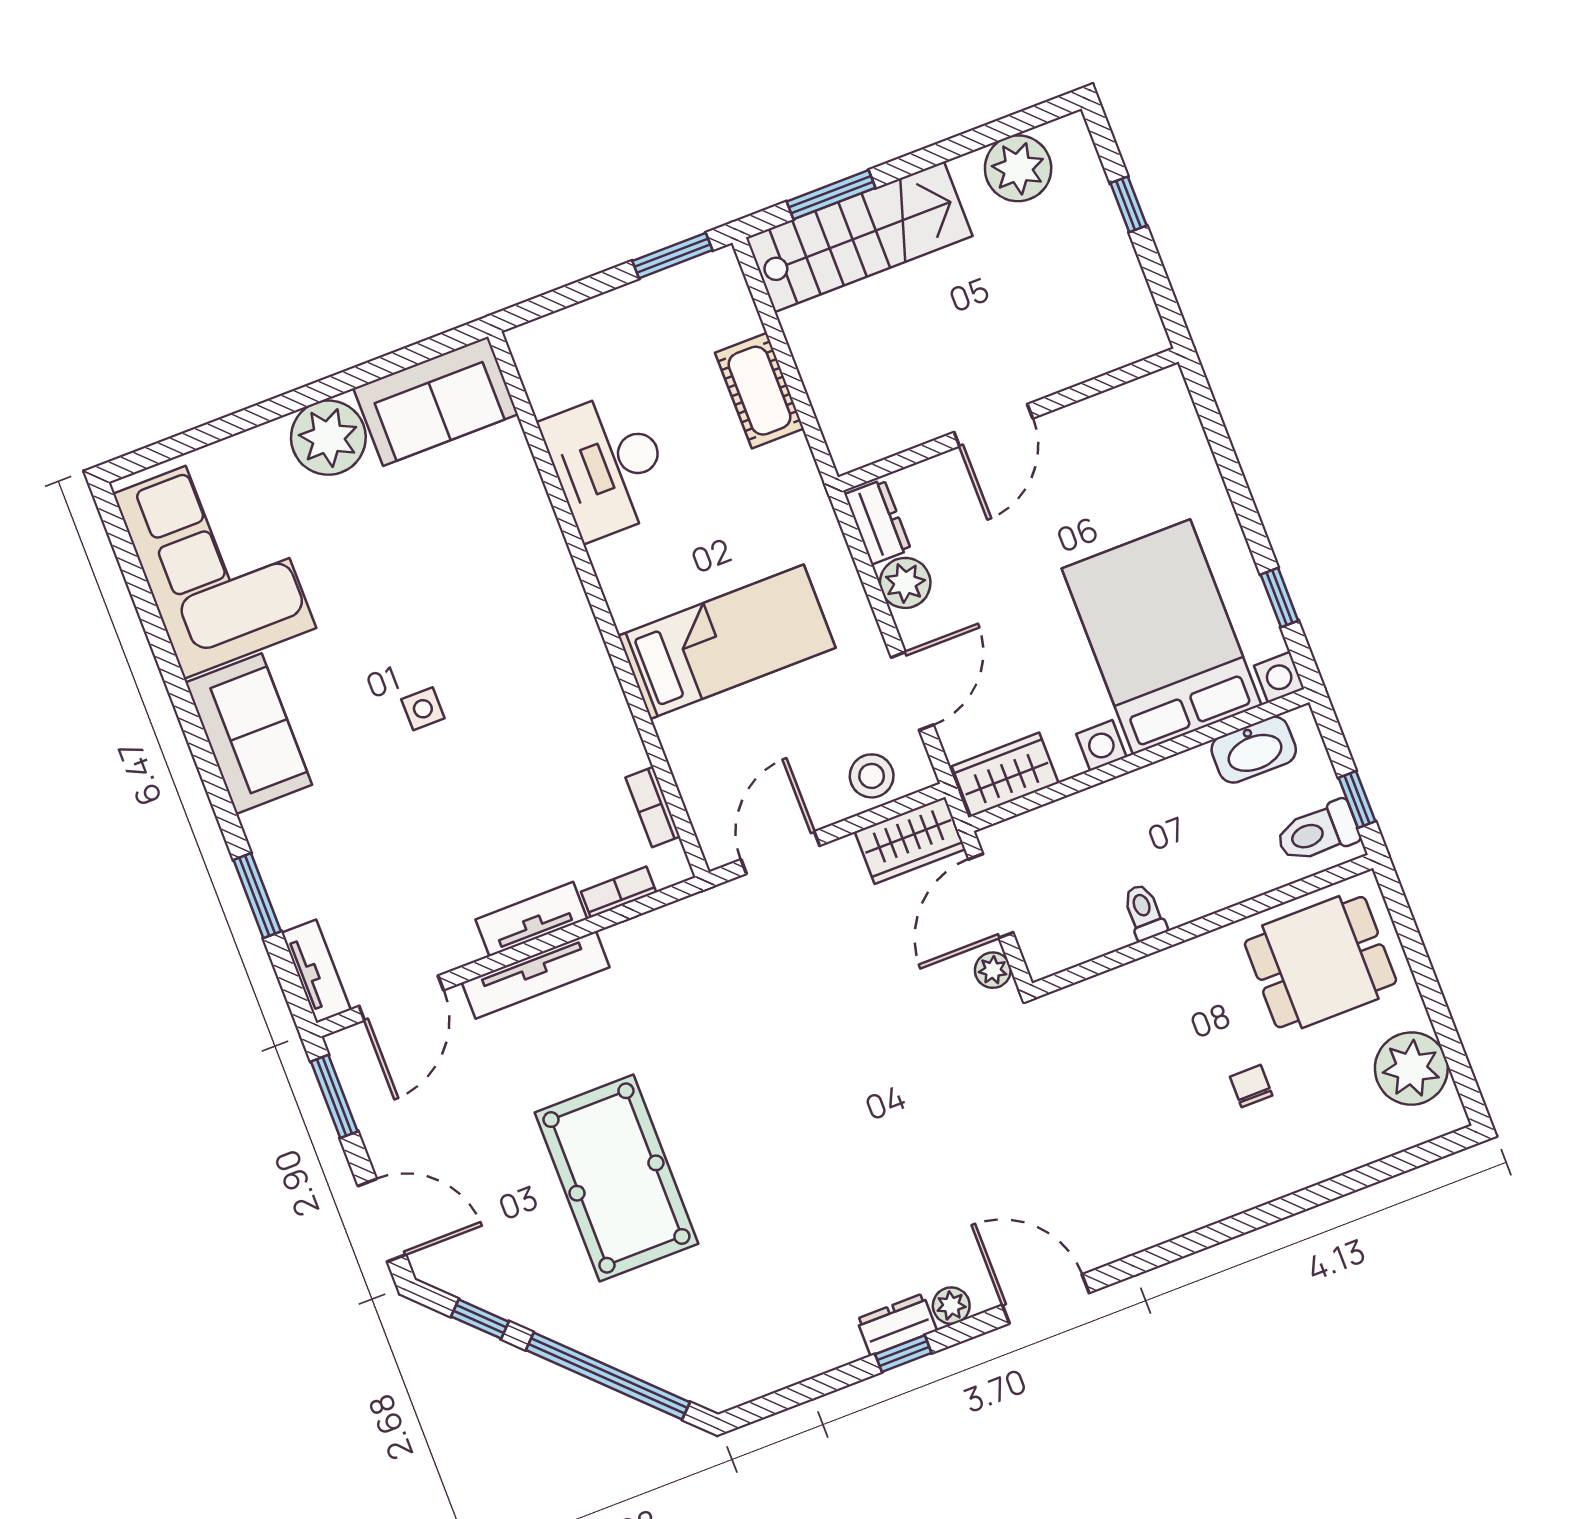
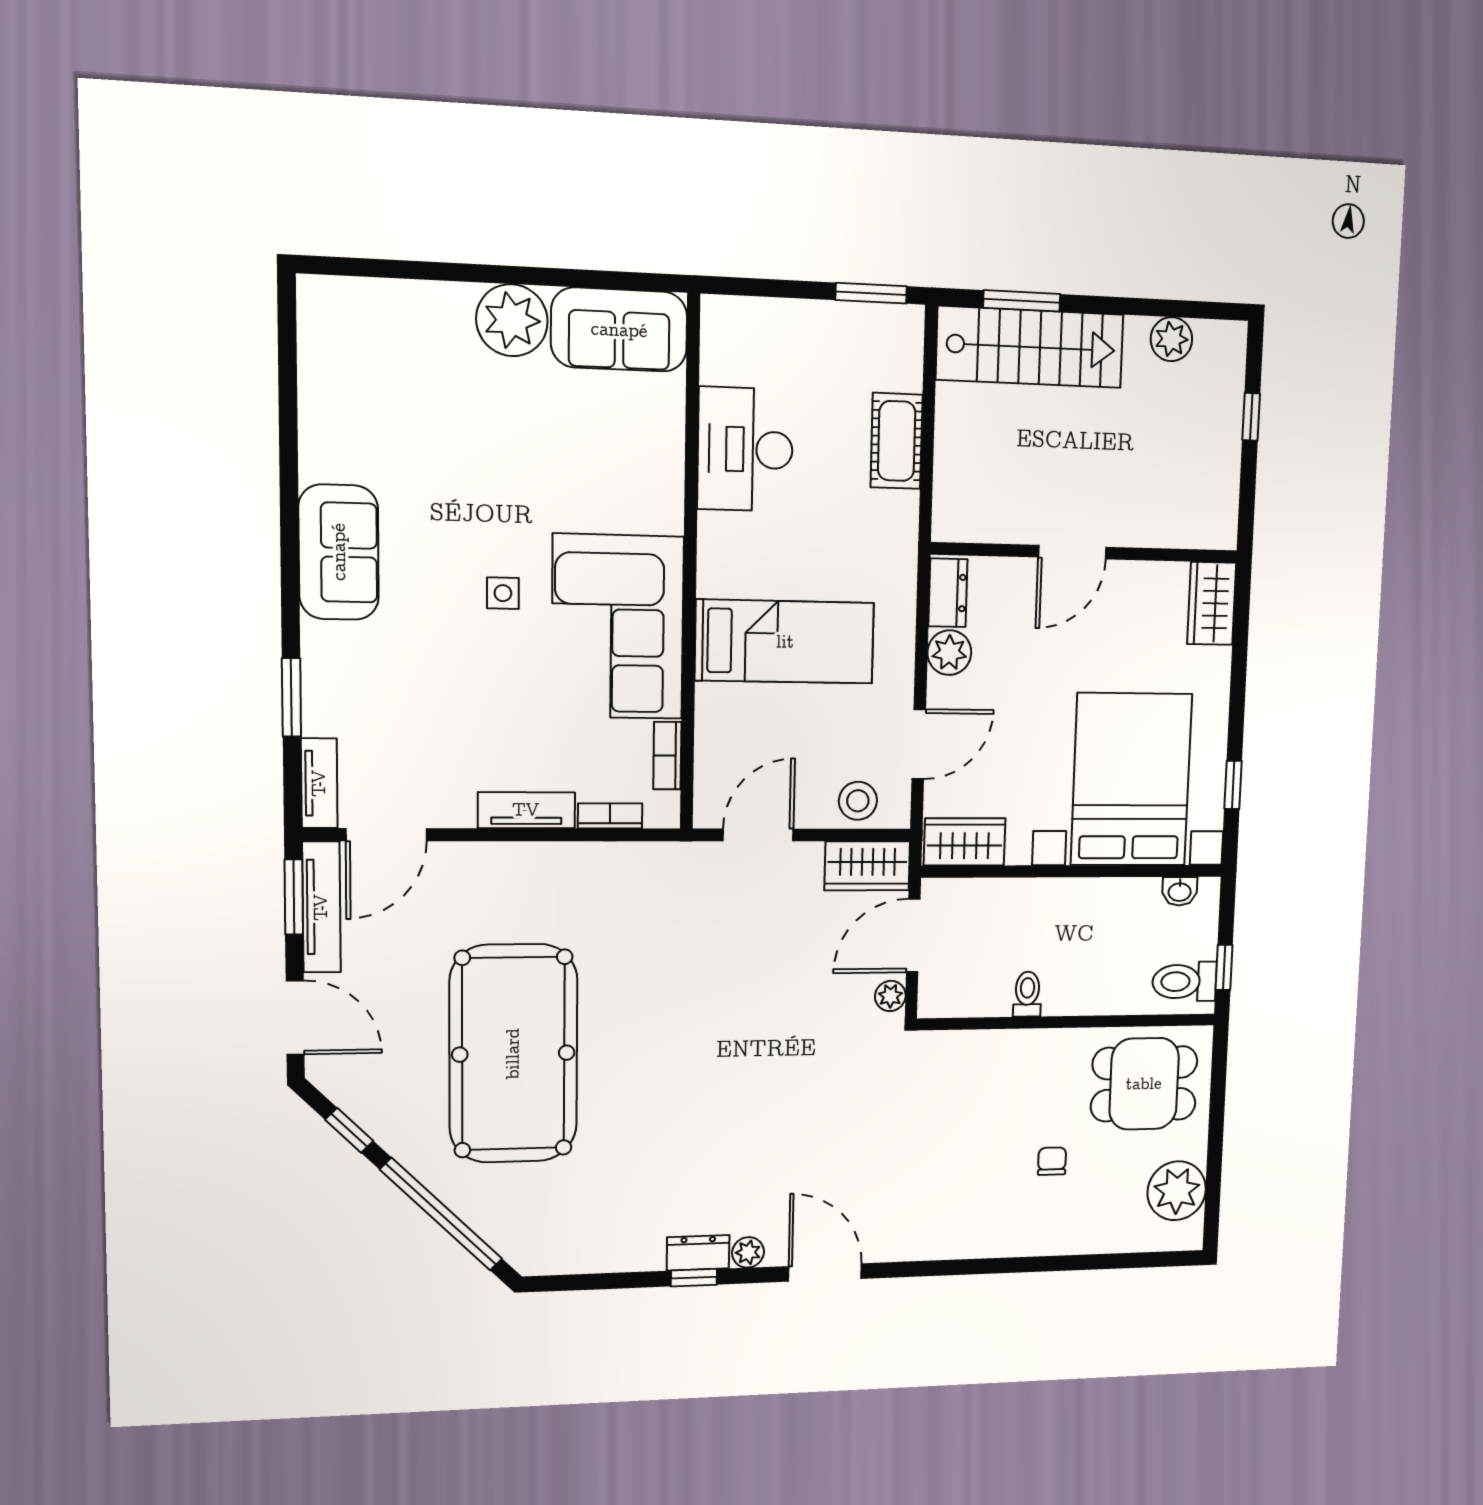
plant: (1018, 168) -> (1171, 339), width x0.73, depth x0.73
wardrobe: (1170, 415) -> (1212, 603), added
corner sofa: (215, 561) -> (618, 627), moved, turned 180
washbasin: (1254, 750) -> (1180, 891), width x0.52, depth x0.69
tv unit: (536, 975) -> (321, 907), moved, turned -90
pool table: (616, 1178) -> (513, 1054), width x1.36, depth x1.32

